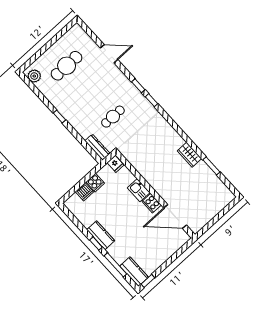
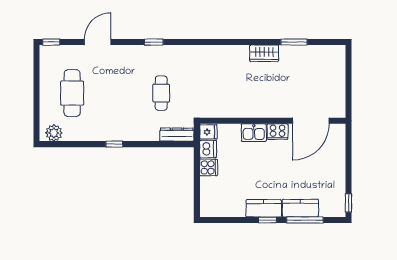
window: (151, 100) -> (51, 42), moved
dishwasher: (84, 192) -> (208, 149), moved
kitchen counter: (134, 272) -> (300, 208), moved

